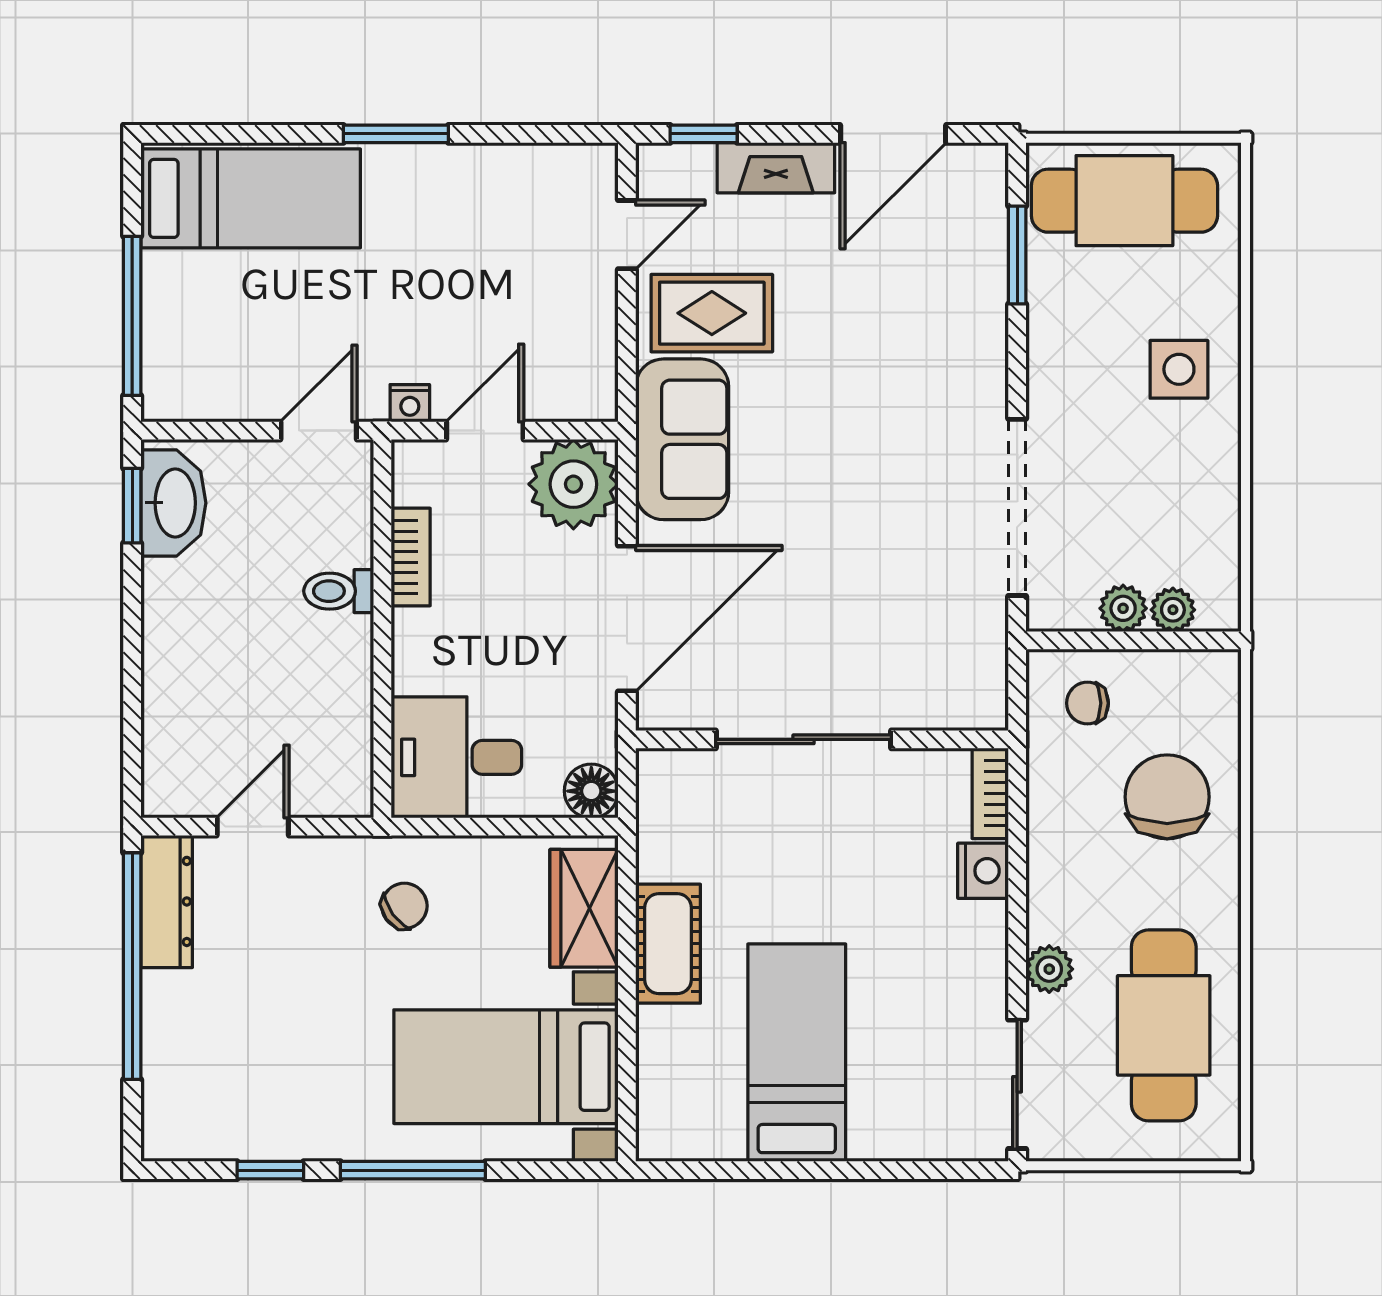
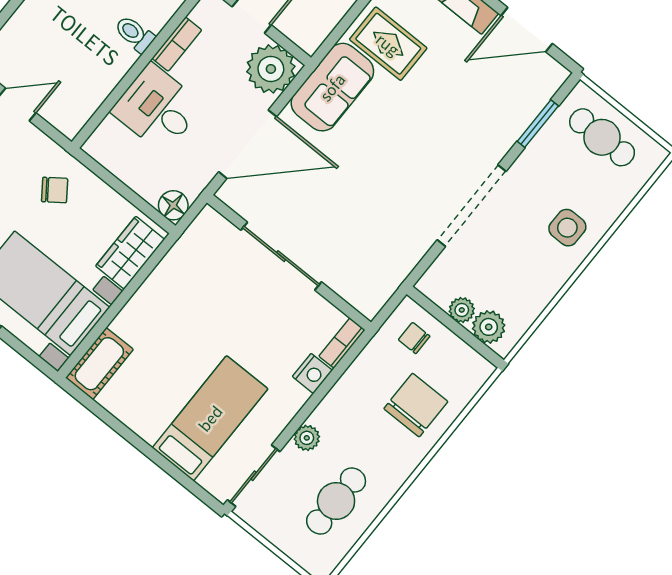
cafe table: (1124, 201) -> (602, 137), width x0.73, depth x0.74
doorway: (1017, 507) -> (472, 206), moved
plant: (1173, 610) -> (489, 327), width x1.38, depth x1.38
desk: (456, 757) -> (157, 108), moved
cot: (668, 944) -> (99, 364), moved
cafe table: (1164, 1025) -> (336, 501), width x0.73, depth x0.74
bed: (797, 1053) -> (210, 418), moved

